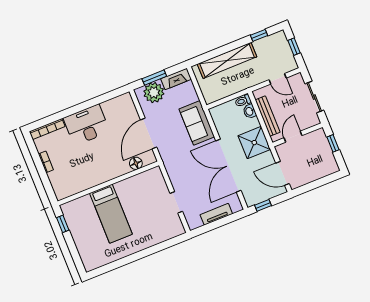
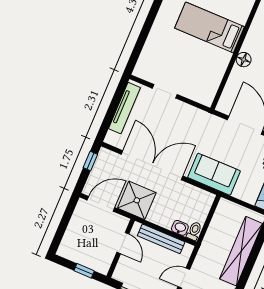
shower: (254, 143) -> (137, 200), moved
floor lamp: (136, 163) -> (244, 60), moved
tv unit: (216, 214) -> (125, 108), width x1.41

